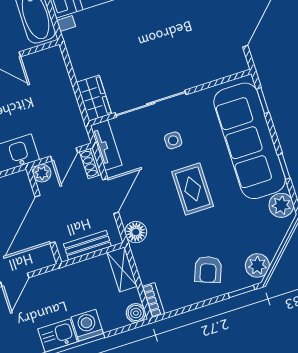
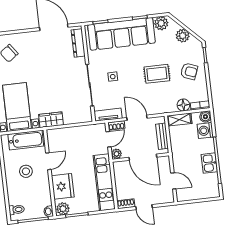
dresser: (219, 69) -> (78, 43), added
wardrobe: (94, 98) -> (51, 120), moved
door: (64, 154) -> (108, 139), hinge flipped
rug: (193, 189) -> (157, 74), moved
floor lamp: (136, 232) -> (183, 105), moved
plant: (257, 265) -> (183, 36), moved
washing machine: (87, 325) -> (205, 131), moved

